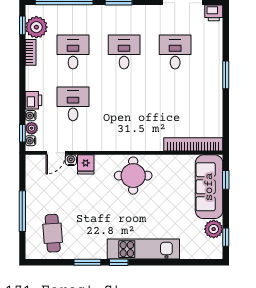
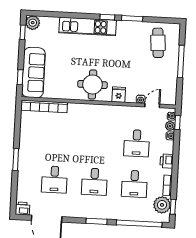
printer: (33, 100) -> (167, 161), moved
fridge: (86, 164) -> (119, 95), moved
plant: (214, 229) -> (33, 23), moved

